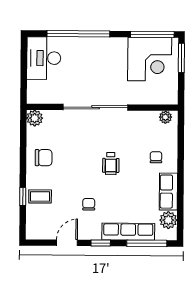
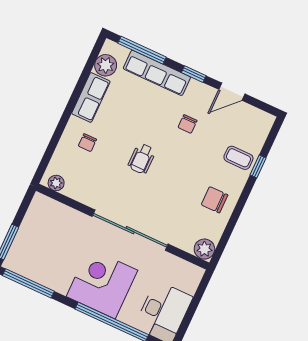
corner desk: (150, 59) -> (102, 283), moved
wheelchair: (111, 164) -> (142, 159), turned 180

